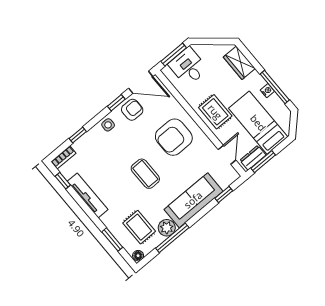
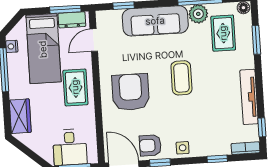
nightstand: (267, 91) -> (12, 46), moved
armchair: (174, 137) -> (131, 92), turned -90

